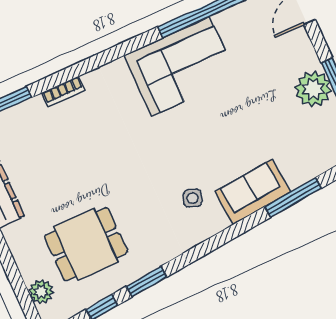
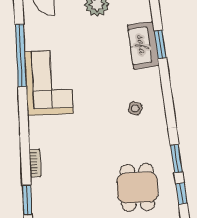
sofa: (253, 192) -> (143, 45), moved
window: (293, 197) -> (160, 44), width x0.69

